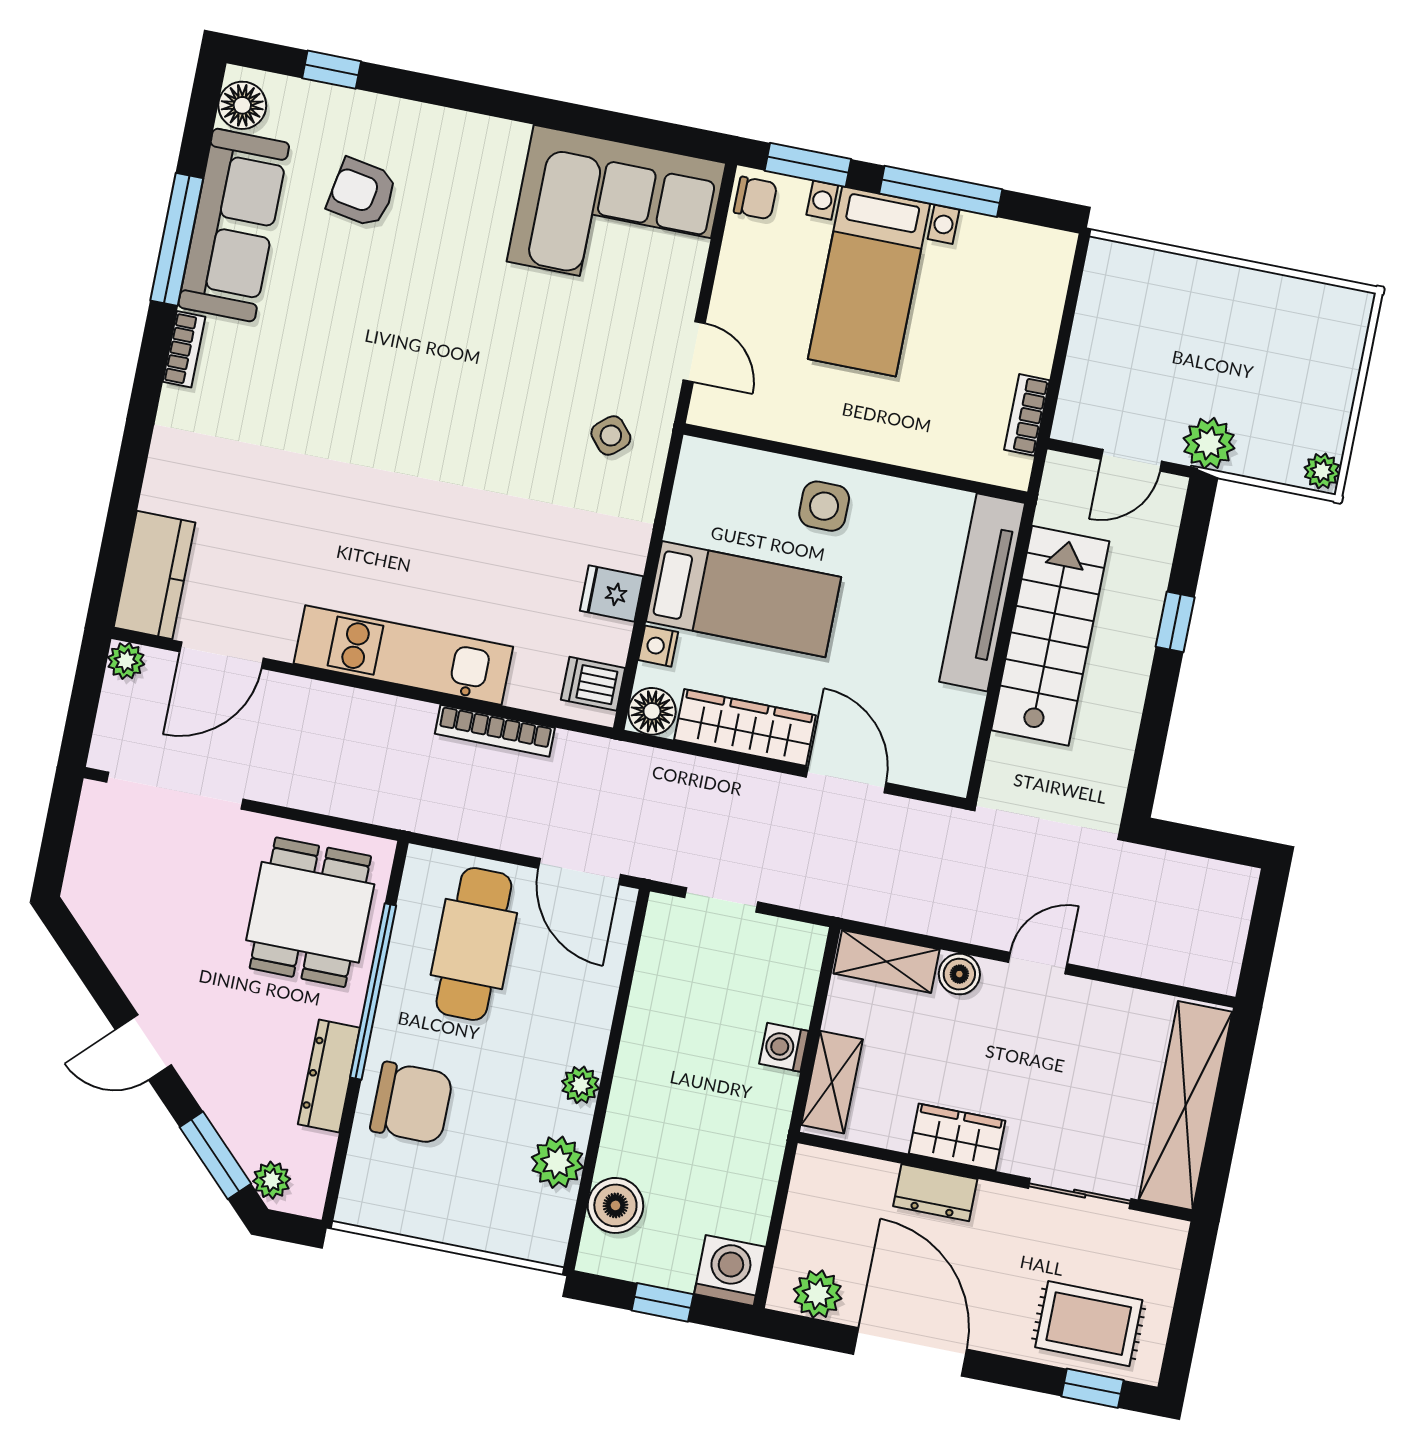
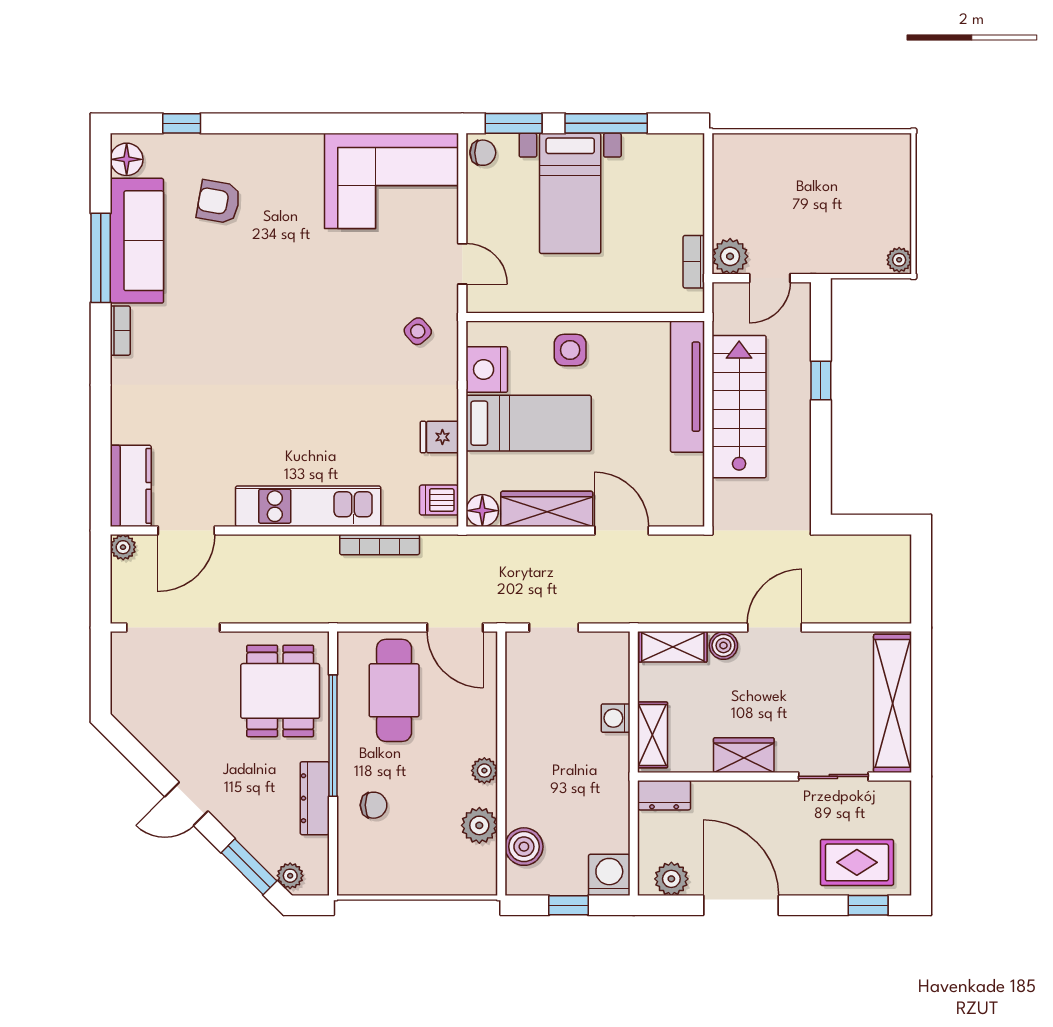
plant: (1209, 443) -> (730, 256), moved
nightstand: (658, 646) -> (487, 369), moved, width x1.89, depth x1.79
door: (1038, 963) -> (775, 628), width x1.38
chair: (412, 1103) -> (374, 805), width x0.54, depth x0.54
dresser: (935, 1193) -> (664, 795), moved

